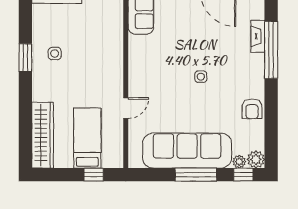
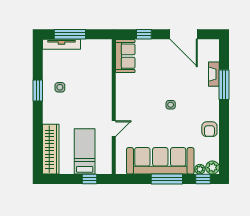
window: (271, 50) -> (224, 85), width x0.68

